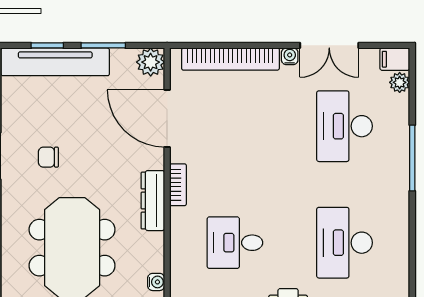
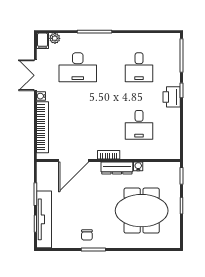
double door: (329, 45) -> (35, 75), swing flipped
plant: (151, 62) -> (44, 169), removed
chair: (48, 157) -> (87, 235), moved
desk: (344, 243) -> (139, 67), width x0.73
water cooler: (156, 282) -> (138, 166), moved

